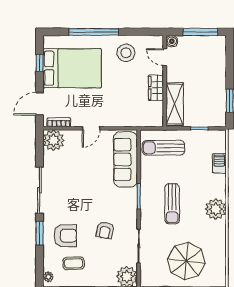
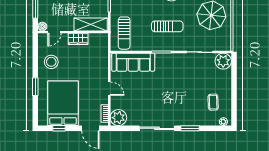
window: (94, 32) -> (35, 87), width x0.47
armchair: (105, 230) -> (188, 78), removed
armchair: (65, 236) -> (192, 109), removed

